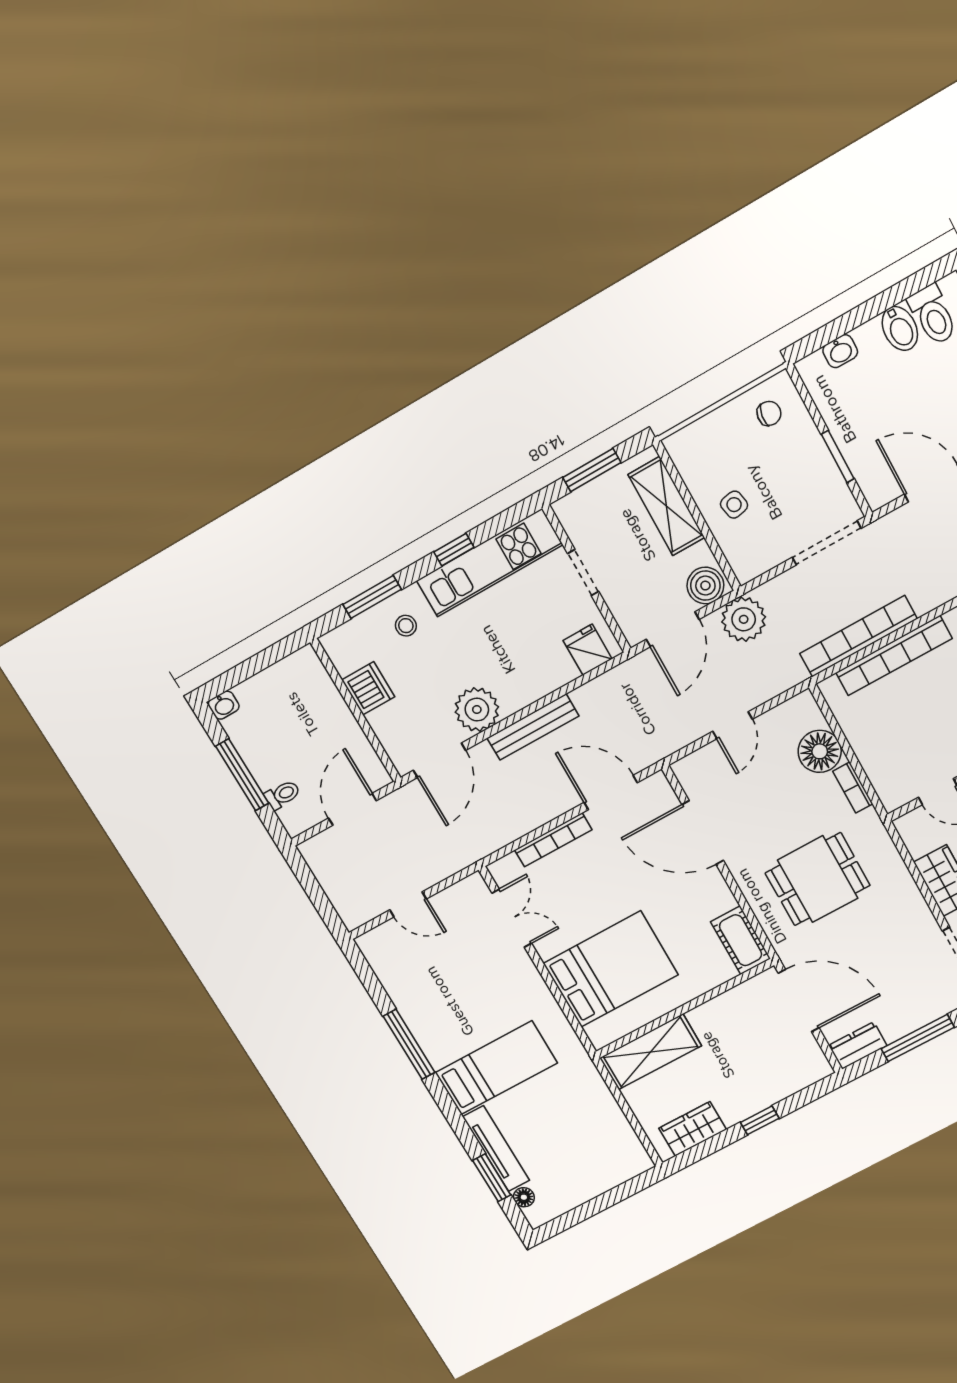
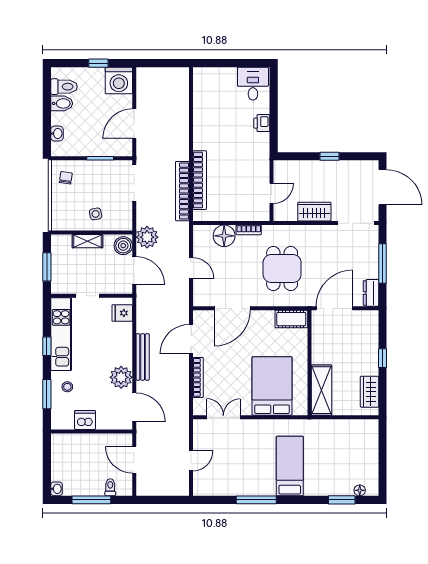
shelving: (666, 506) -> (87, 241), width x0.67, depth x0.75
tv unit: (496, 1149) -> (329, 489), removed

